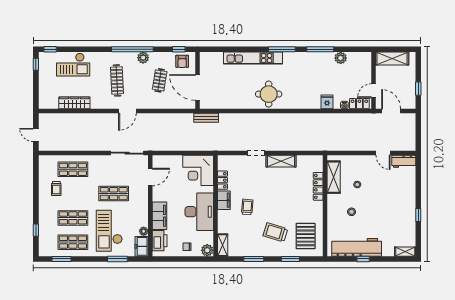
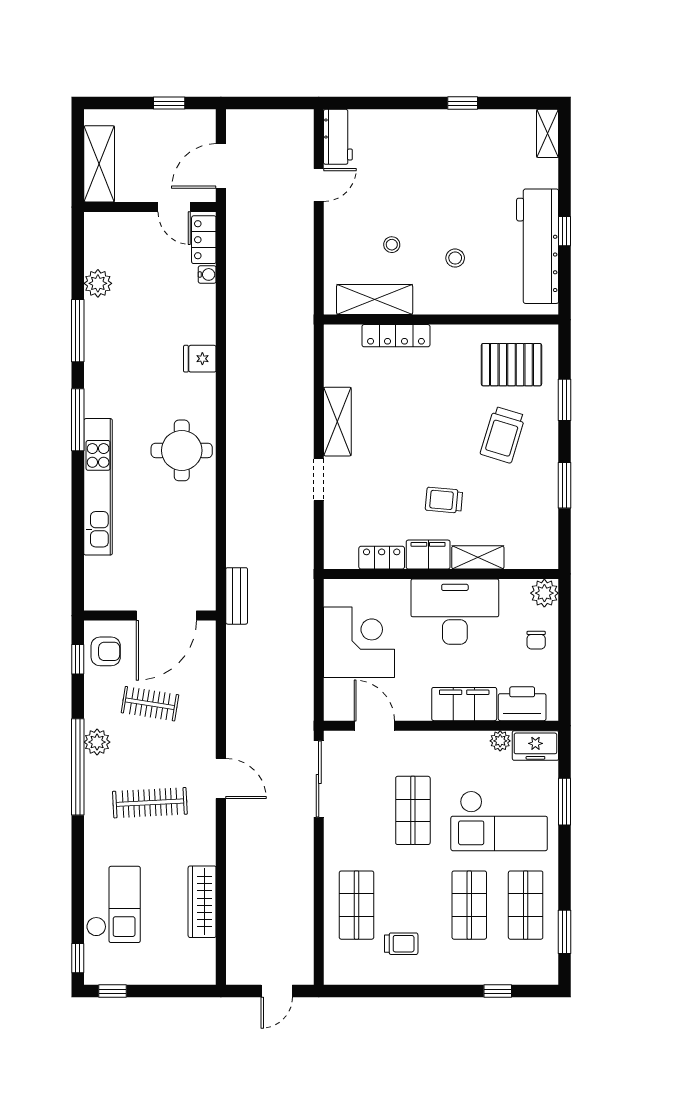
fridge: (327, 102) -> (200, 359), moved
corner desk: (198, 170) -> (359, 642), moved, turned -90
shelving: (223, 245) -> (478, 557), moved

